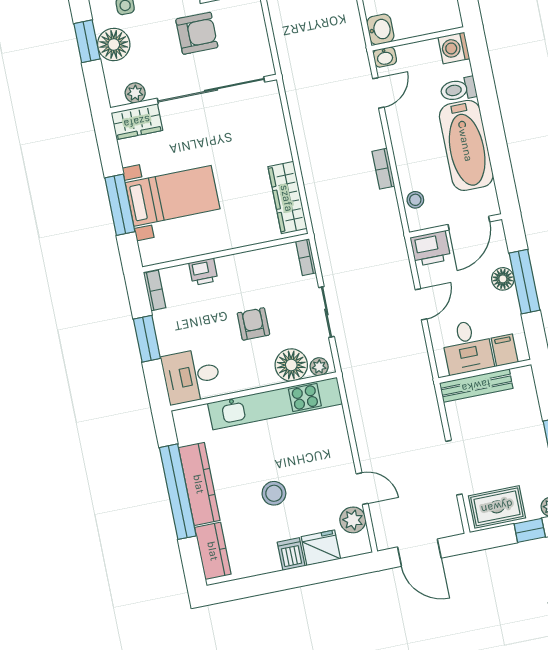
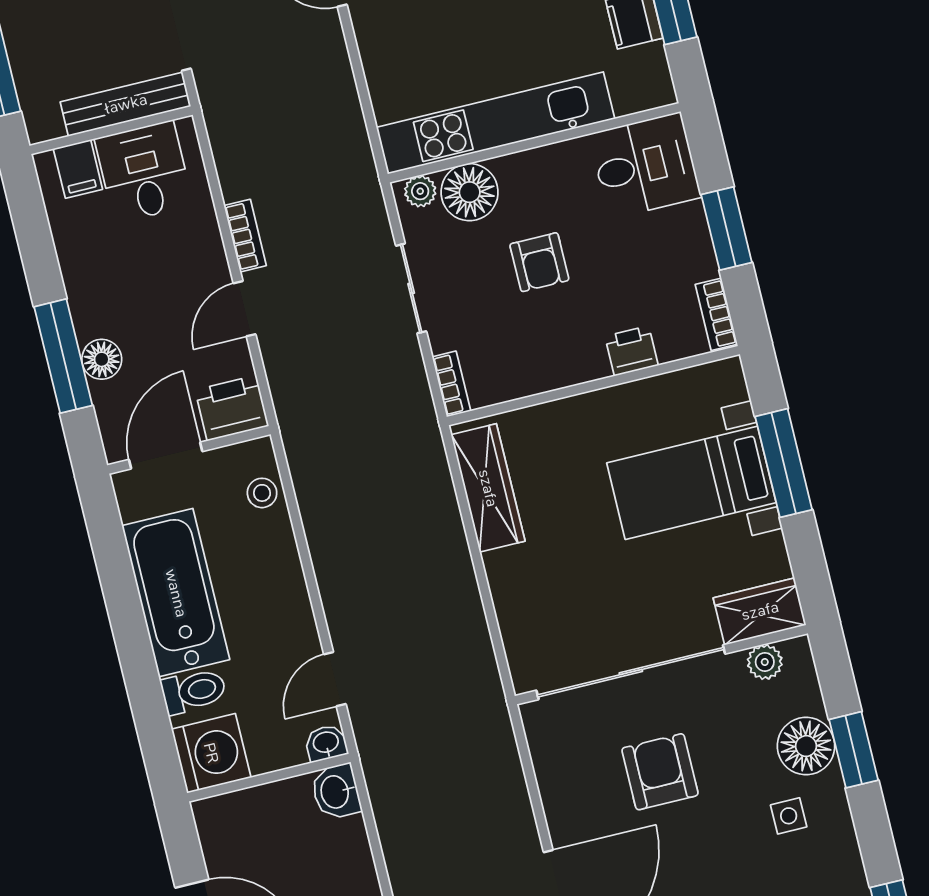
armchair: (197, 33) -> (660, 772), turned 90
washing machine: (454, 48) -> (211, 753), width x1.37, depth x1.37
bookcase: (383, 169) -> (245, 236), moved
desk: (467, 347) -> (144, 172), moved
filing cabinet: (505, 350) -> (78, 169), moved
wall: (485, 371) -> (111, 130), moved
bench: (476, 386) -> (126, 104), moved

